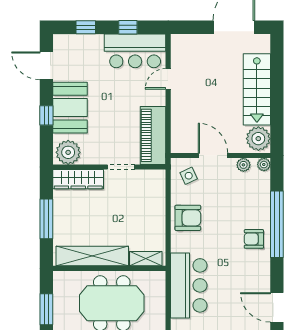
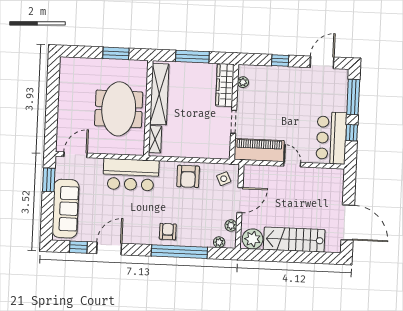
window: (86, 27) -> (353, 97), width x2.17
door: (168, 79) -> (292, 164), moved
booth: (70, 108) -> (286, 81), removed
plant: (68, 152) -> (243, 82), width x0.53, depth x0.53
plant: (264, 165) -> (219, 242), moved

